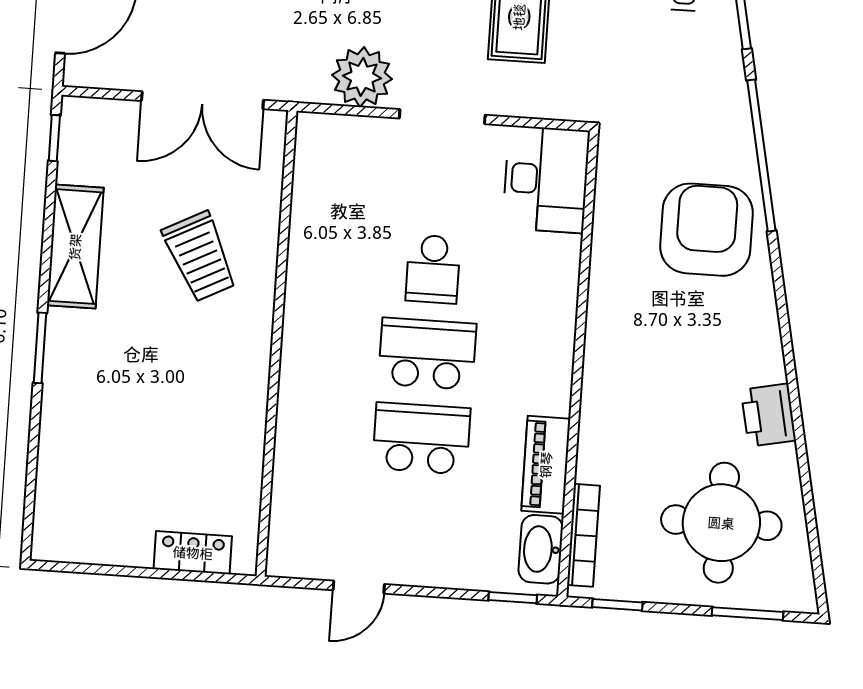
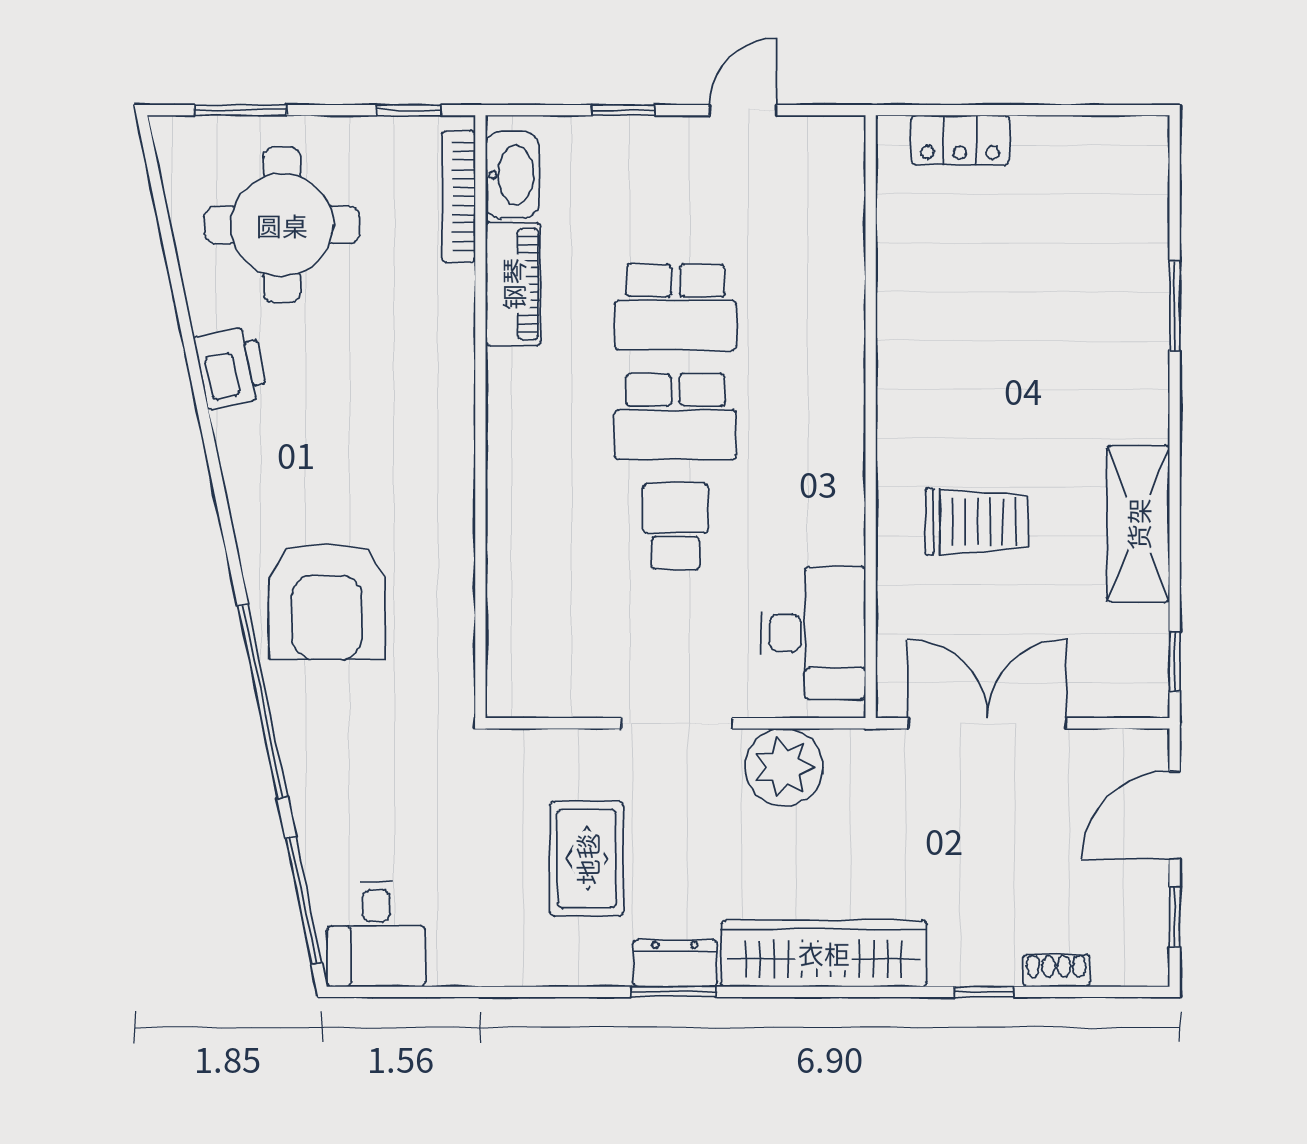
desk: (546, 179) -> (813, 633), moved, turned 180
trolley: (200, 257) -> (977, 522), turned 117
window: (40, 348) -> (1175, 306), moved
window: (513, 598) -> (623, 110), moved

